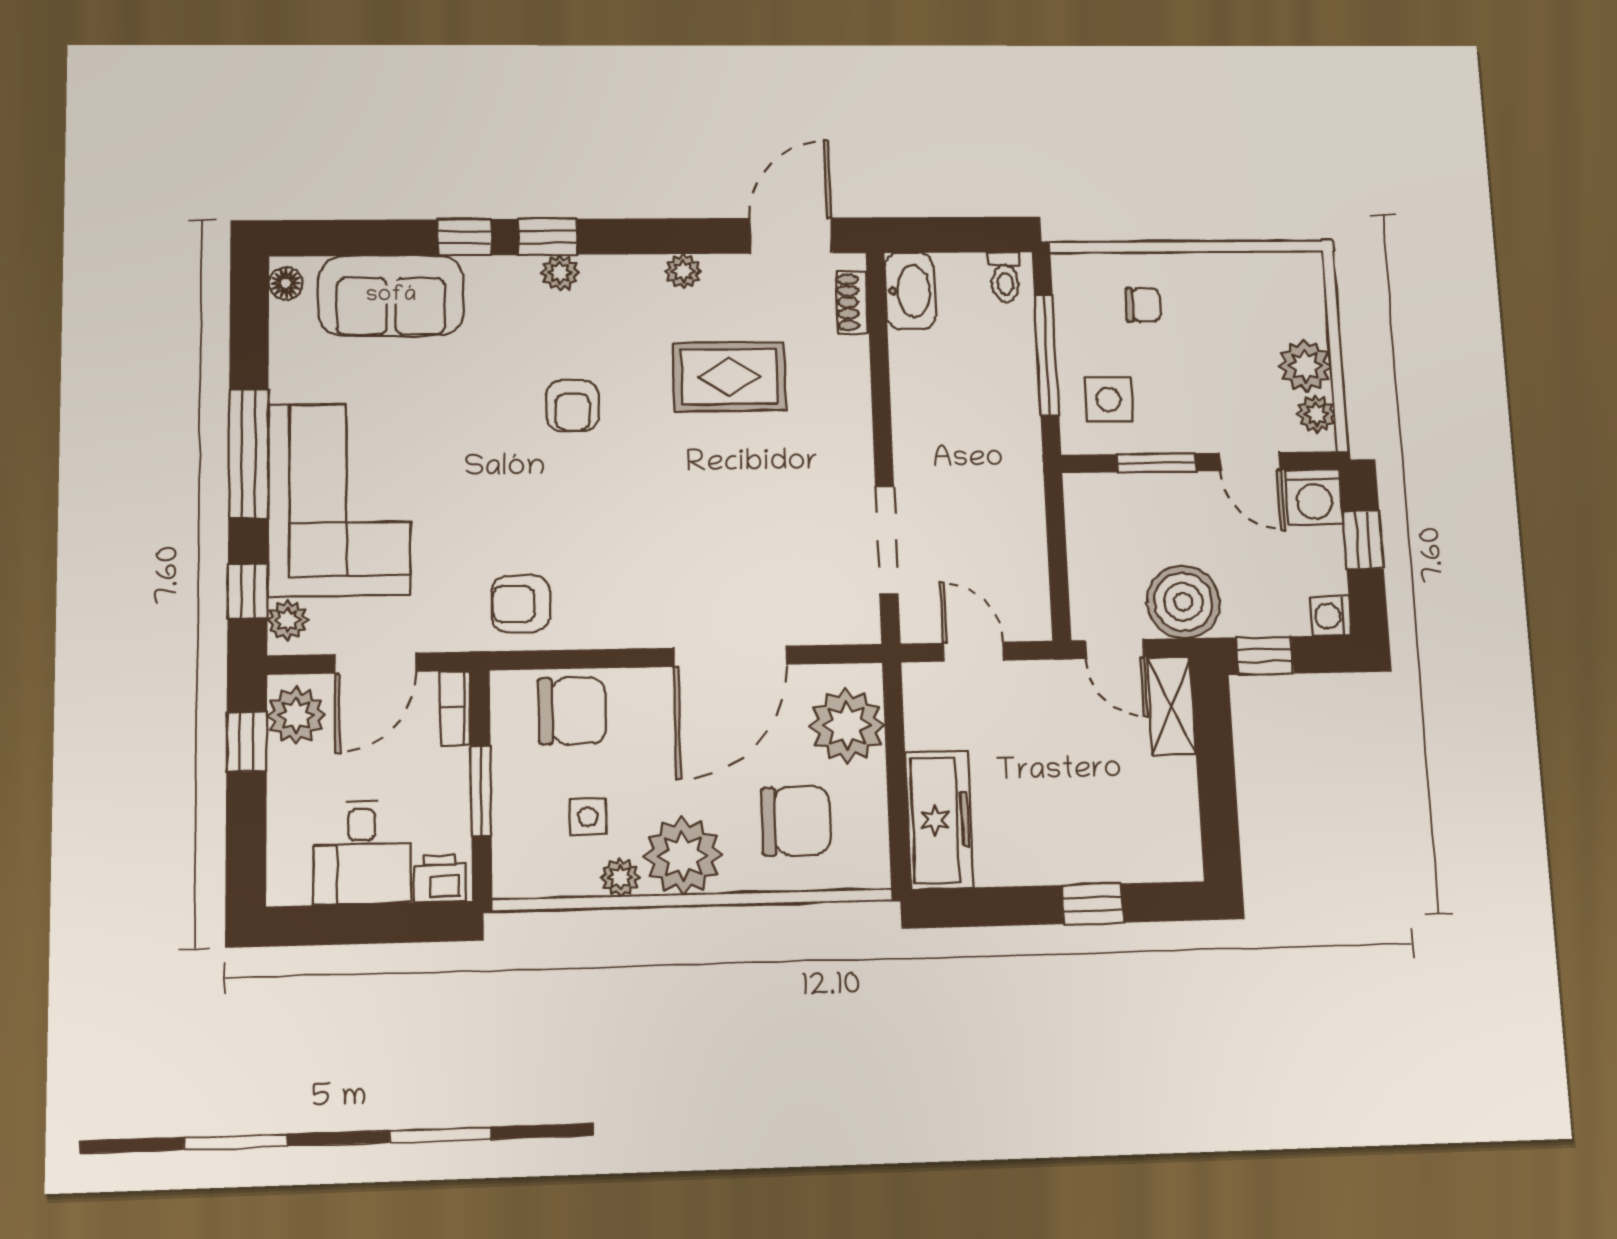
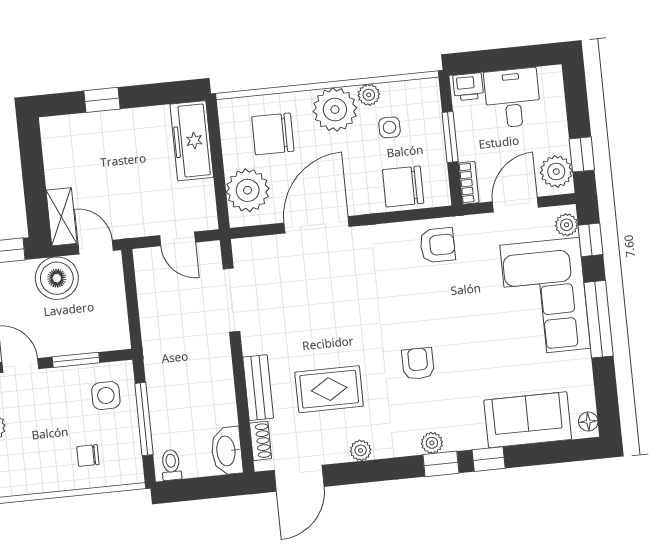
bench: (850, 390) -> (258, 388), added

